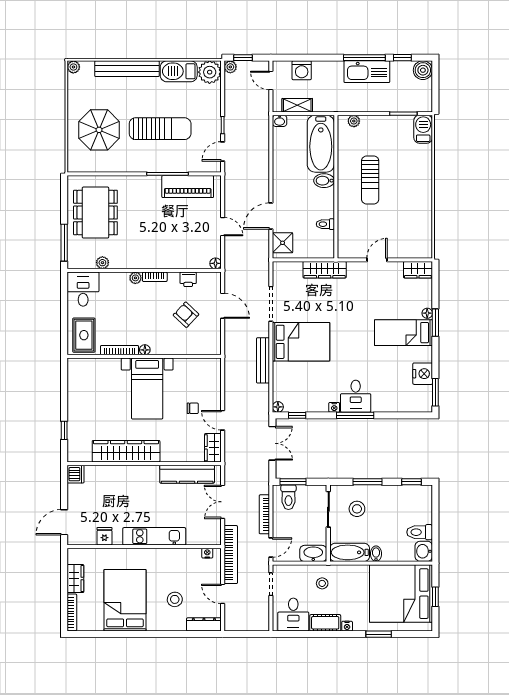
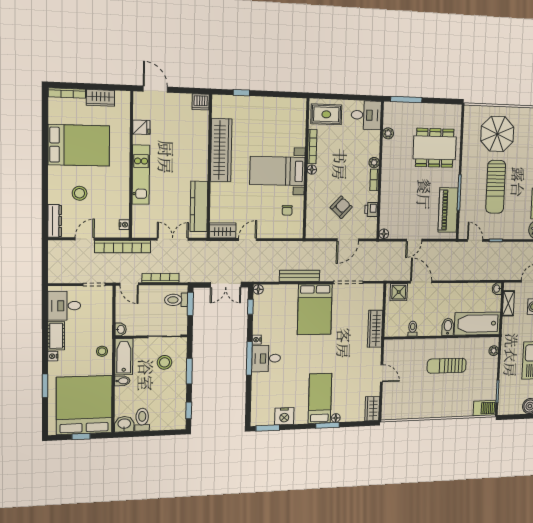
dining table: (95, 213) -> (435, 148), moved
chair: (193, 408) -> (287, 210), moved
washbasin: (313, 553) -> (121, 329), width x0.52, depth x0.69
stool: (322, 583) -> (102, 351), moved

